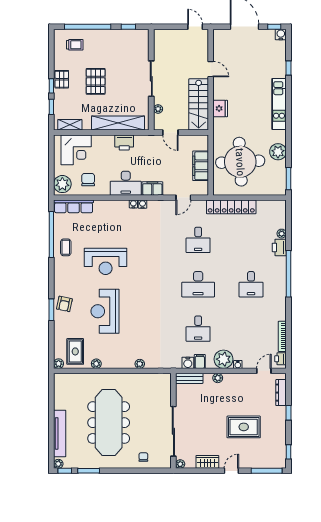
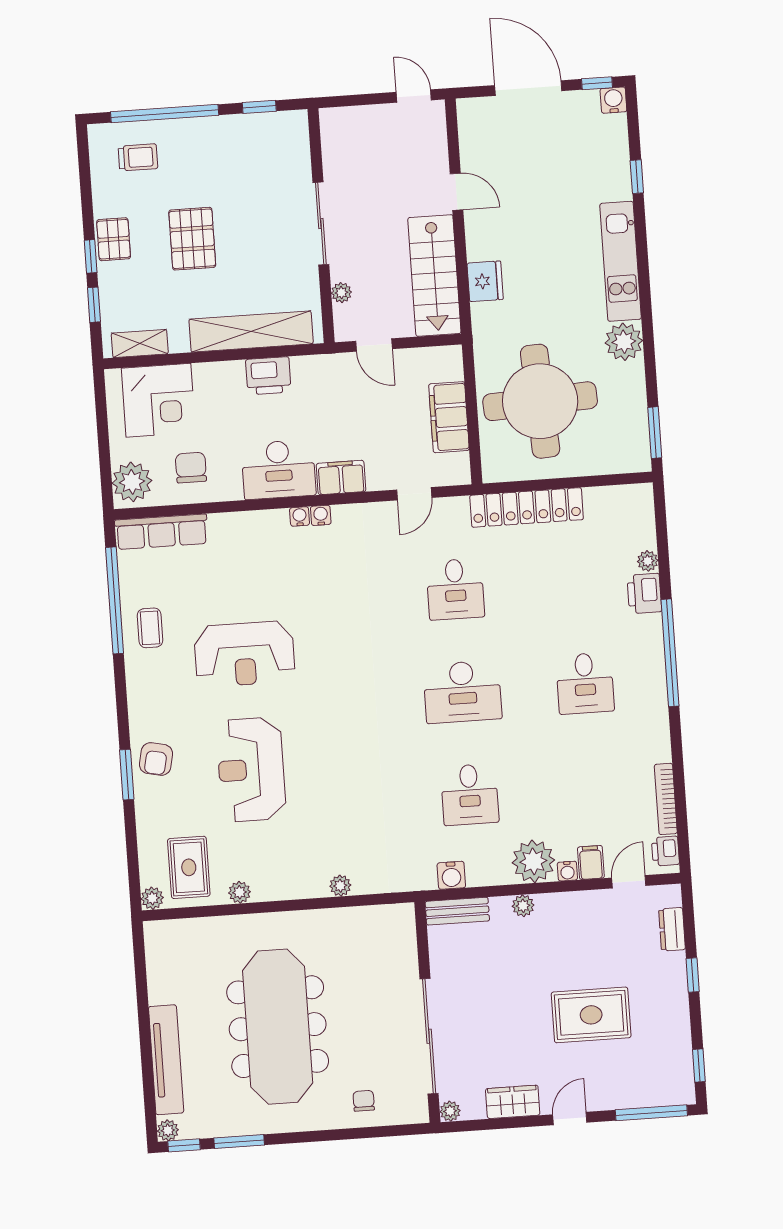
plant: (278, 152) -> (624, 342), moved
filing cabinet: (200, 361) -> (591, 862), moved
dresser: (281, 393) -> (672, 929), width x0.70

